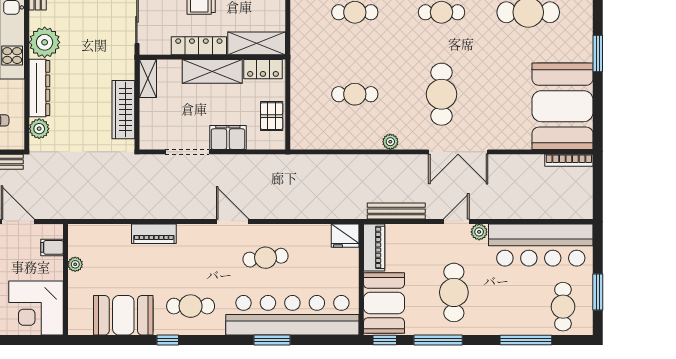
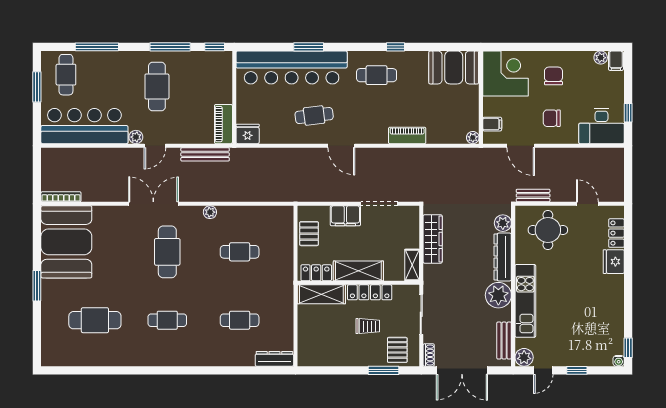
plant: (75, 264) -> (473, 138), moved
booth: (384, 303) -> (215, 78), removed
booth: (123, 315) -> (454, 67), moved

